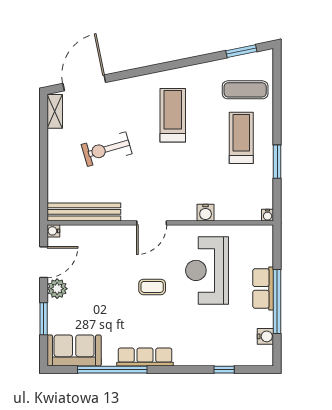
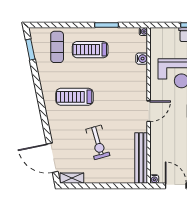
water cooler: (206, 213) -> (142, 59), moved
door: (152, 223) -> (149, 111), hinge flipped

